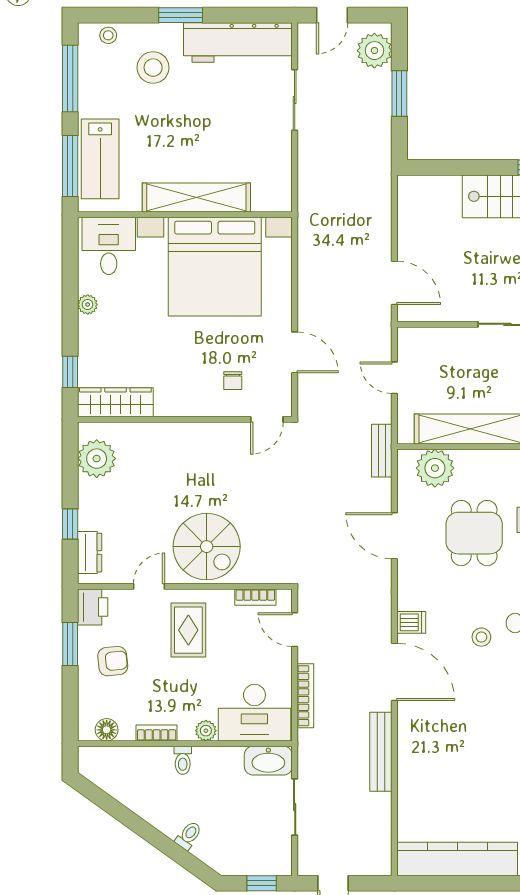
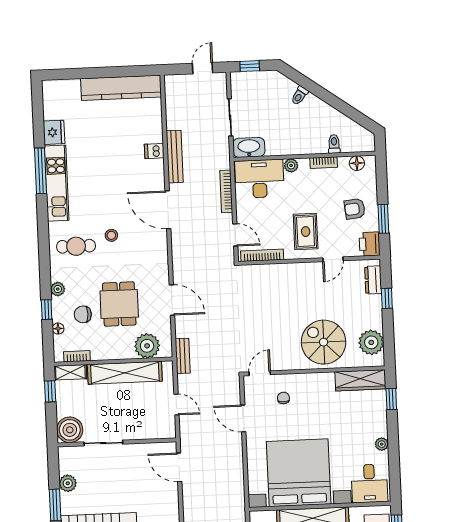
spiral stairs: (207, 547) -> (324, 342), moved
bookcase: (255, 597) -> (262, 255), width x1.56
dishwasher: (411, 622) -> (154, 151), moved
toilet: (183, 760) -> (334, 144), moved

